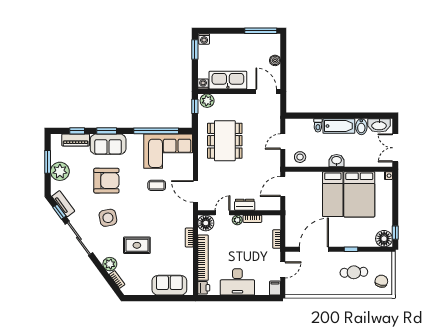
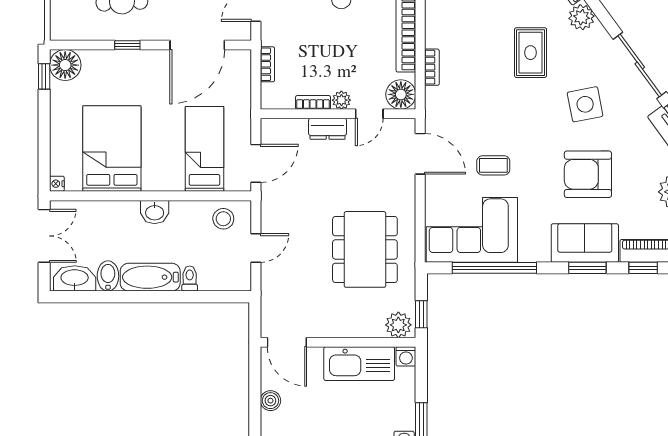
bed: (333, 194) -> (204, 149), moved
rug: (137, 245) -> (531, 53), turned 90

